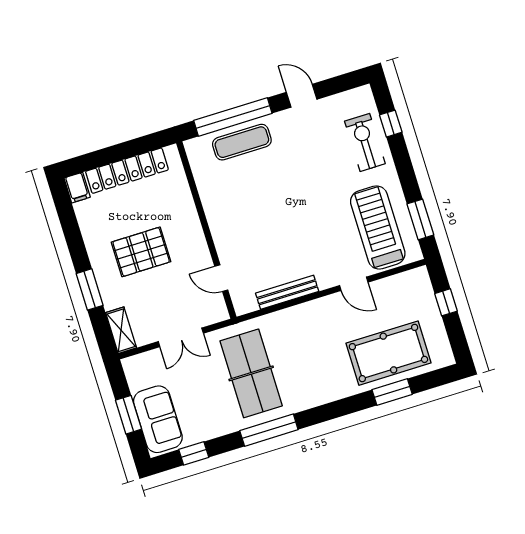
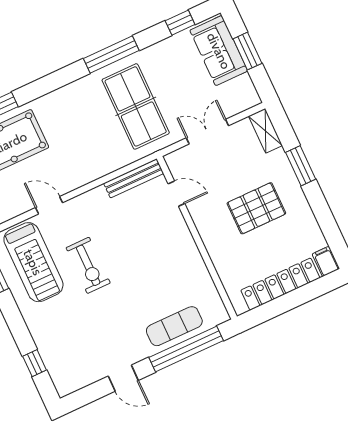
exercise bike: (365, 142) -> (88, 265), moved
bench: (287, 292) -> (134, 178), moved

